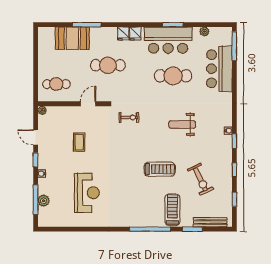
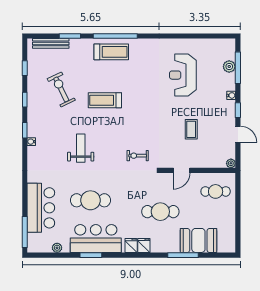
weight bench: (182, 125) -> (81, 148), turned -90
treadmill: (172, 210) -> (111, 52), moved, turned -90

